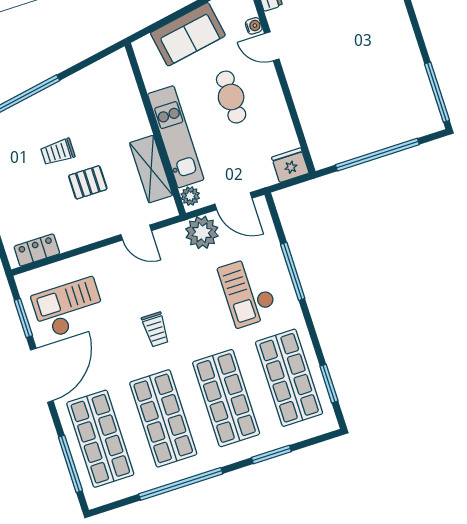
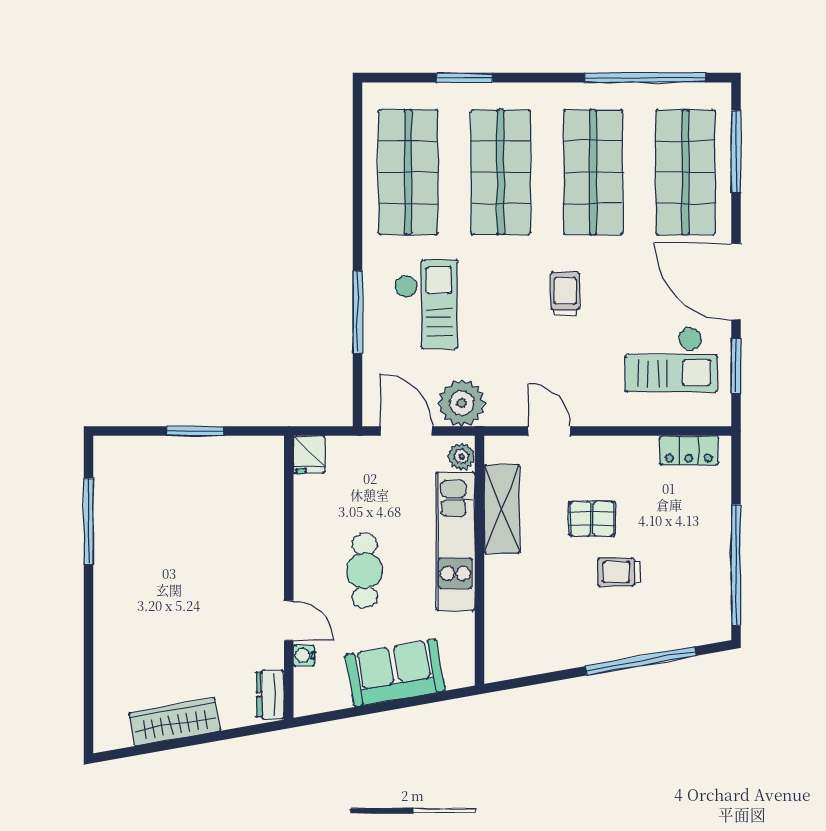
window: (437, 92) -> (89, 521), moved
trolley: (58, 152) -> (619, 572), turned 180
window: (377, 155) -> (195, 431), width x0.47
fridge: (290, 165) -> (309, 454), width x0.72
door: (42, 375) -> (736, 282), hinge flipped
window: (329, 384) -> (358, 147), removed
window: (181, 484) -> (645, 78), moved

